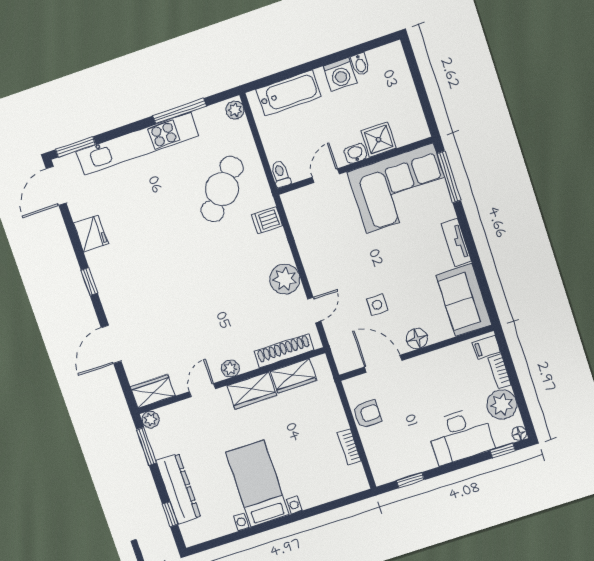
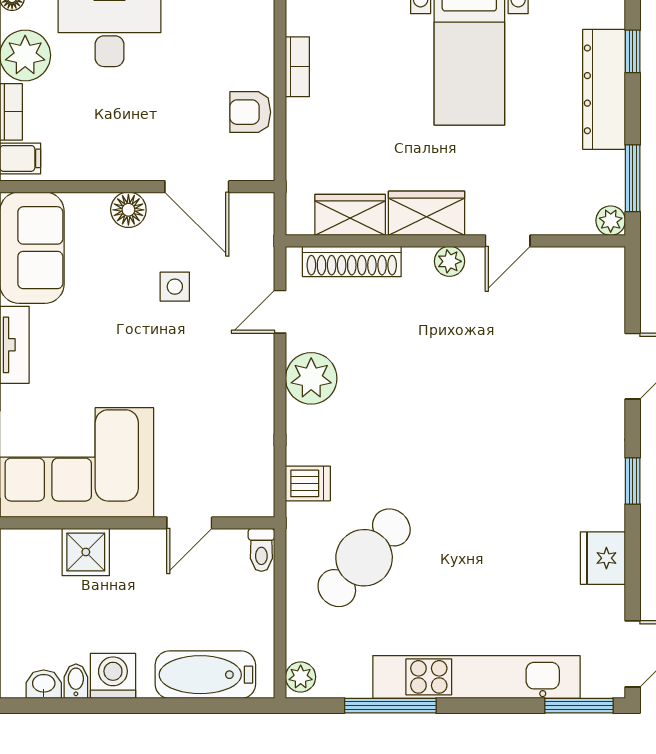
washbasin: (355, 153) -> (44, 684), moved, turned 180
wardrobe: (153, 391) -> (591, 266), removed

